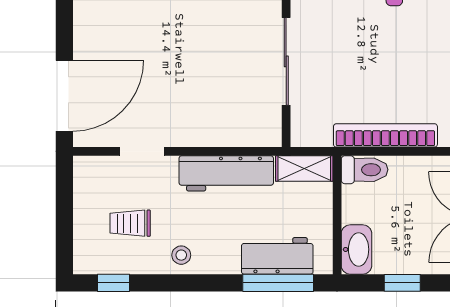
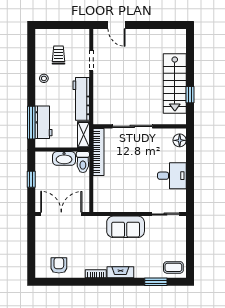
door: (64, 96) -> (117, 25), width x0.53
bookcase: (385, 135) -> (99, 152), moved
washbasin: (356, 249) -> (64, 158), moved
window: (113, 283) -> (31, 47), removed

